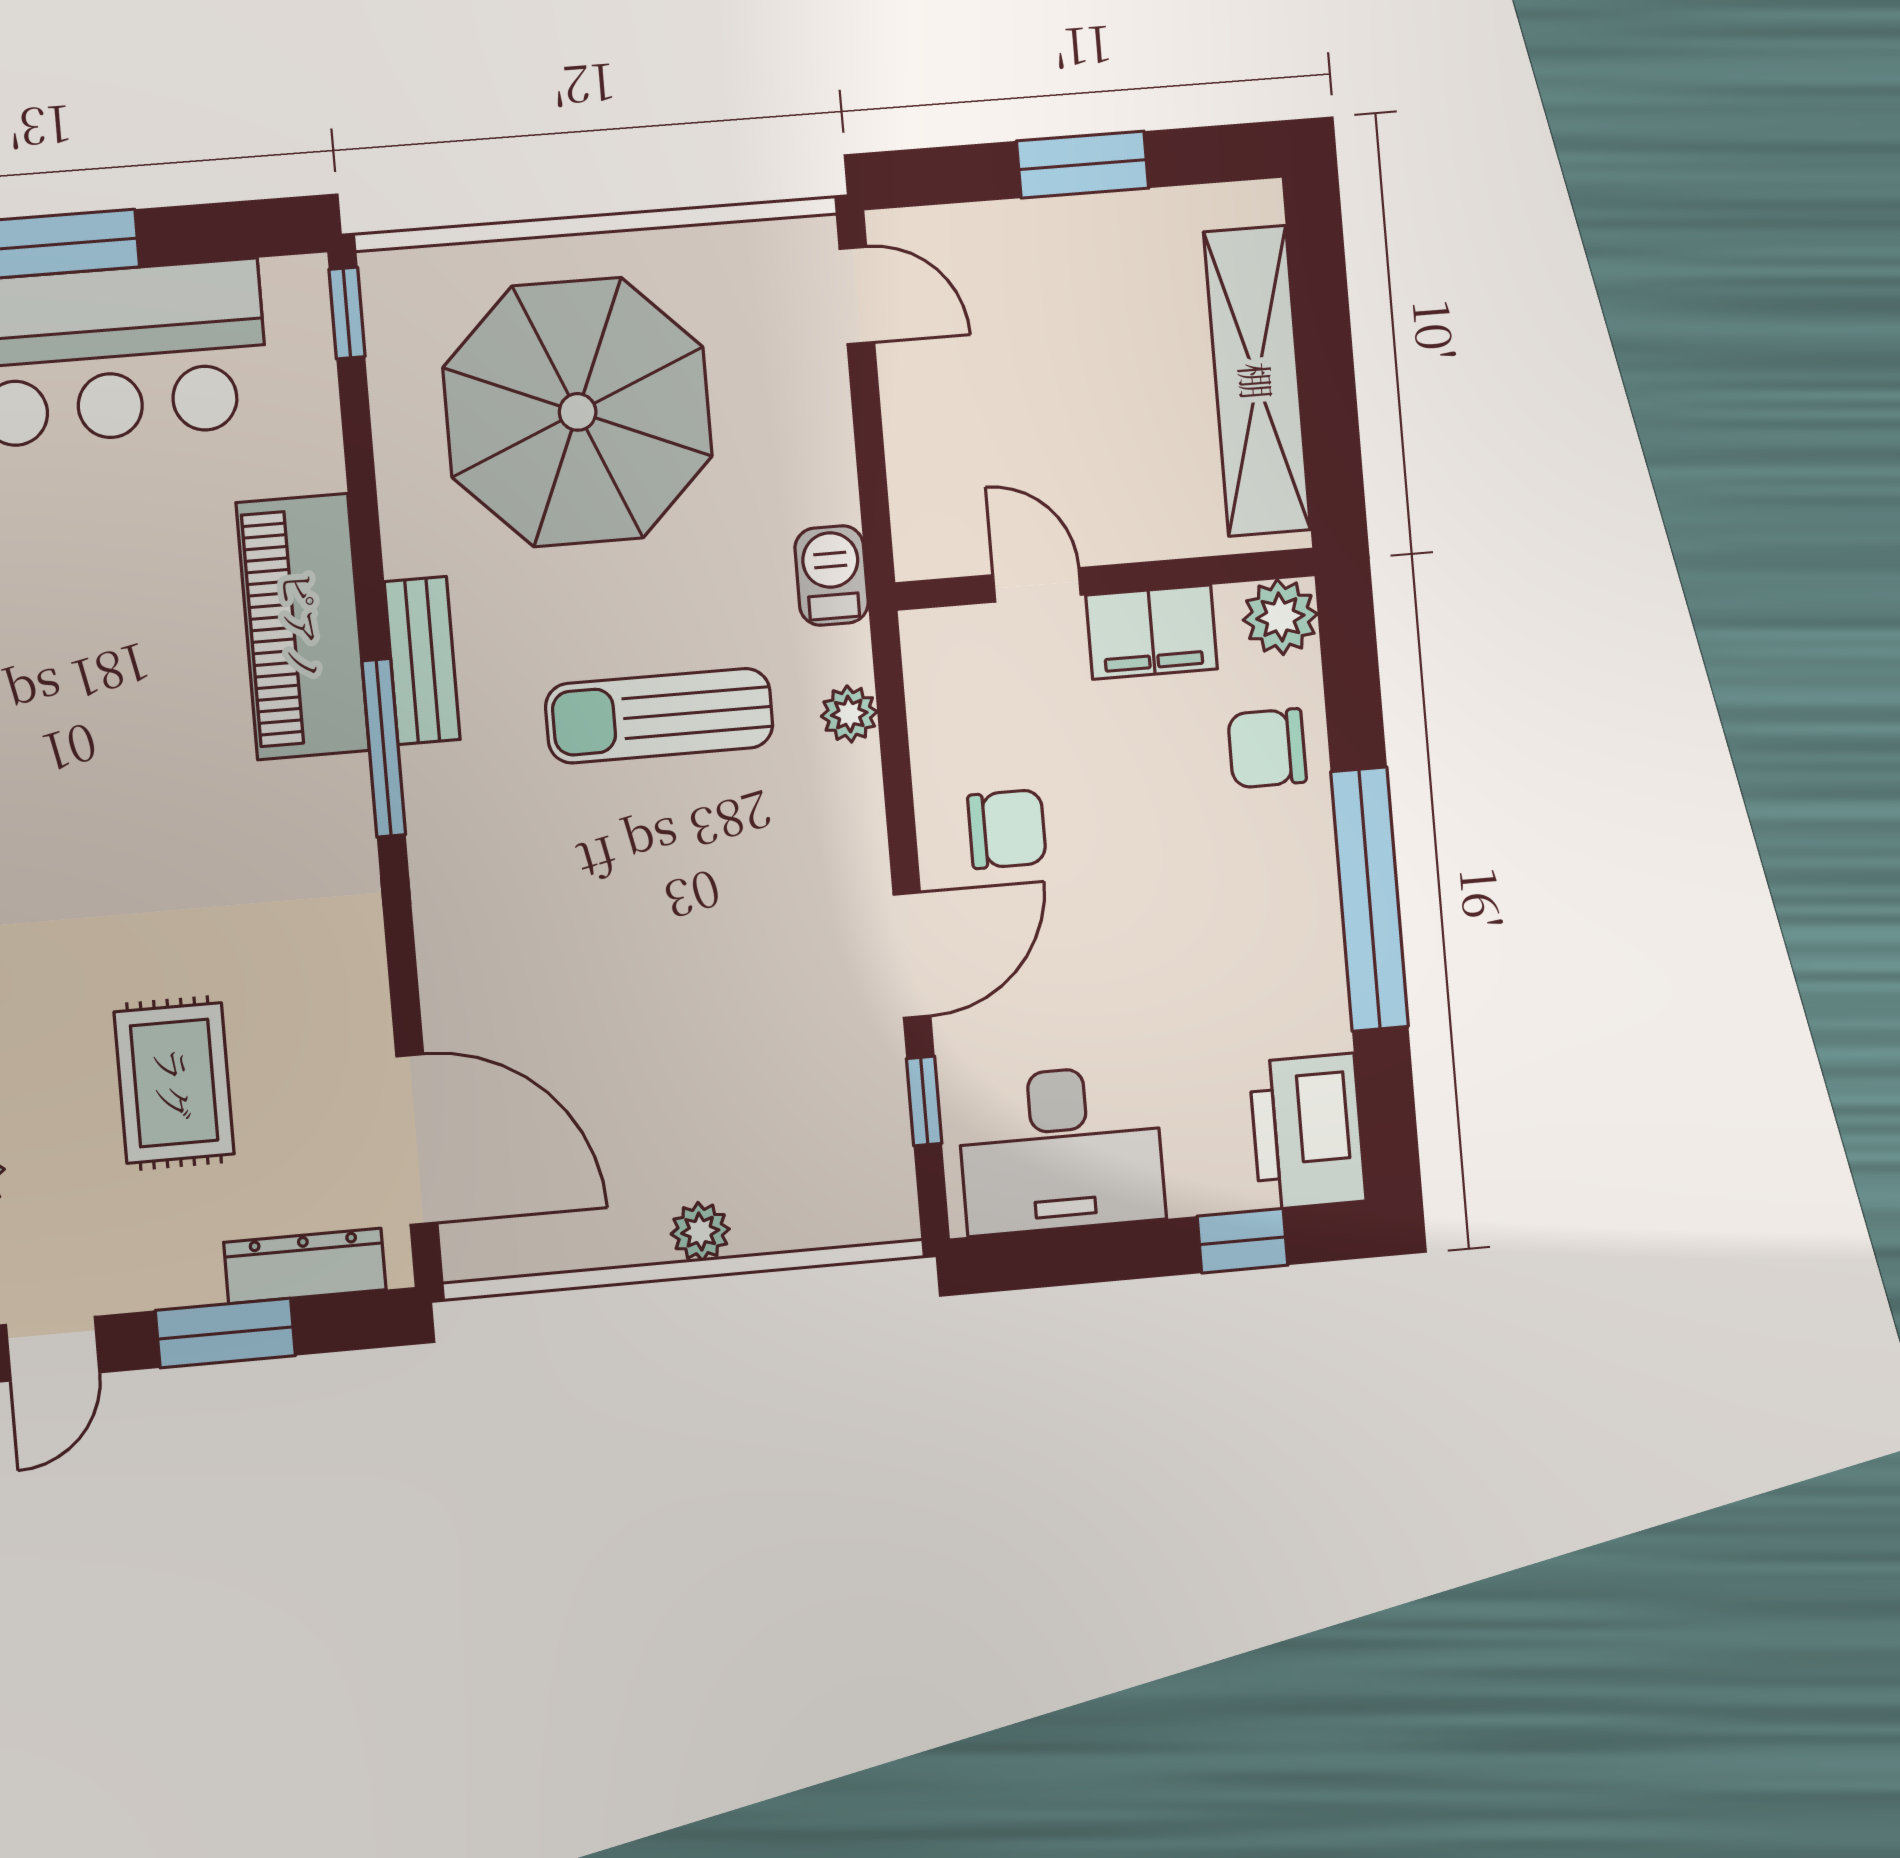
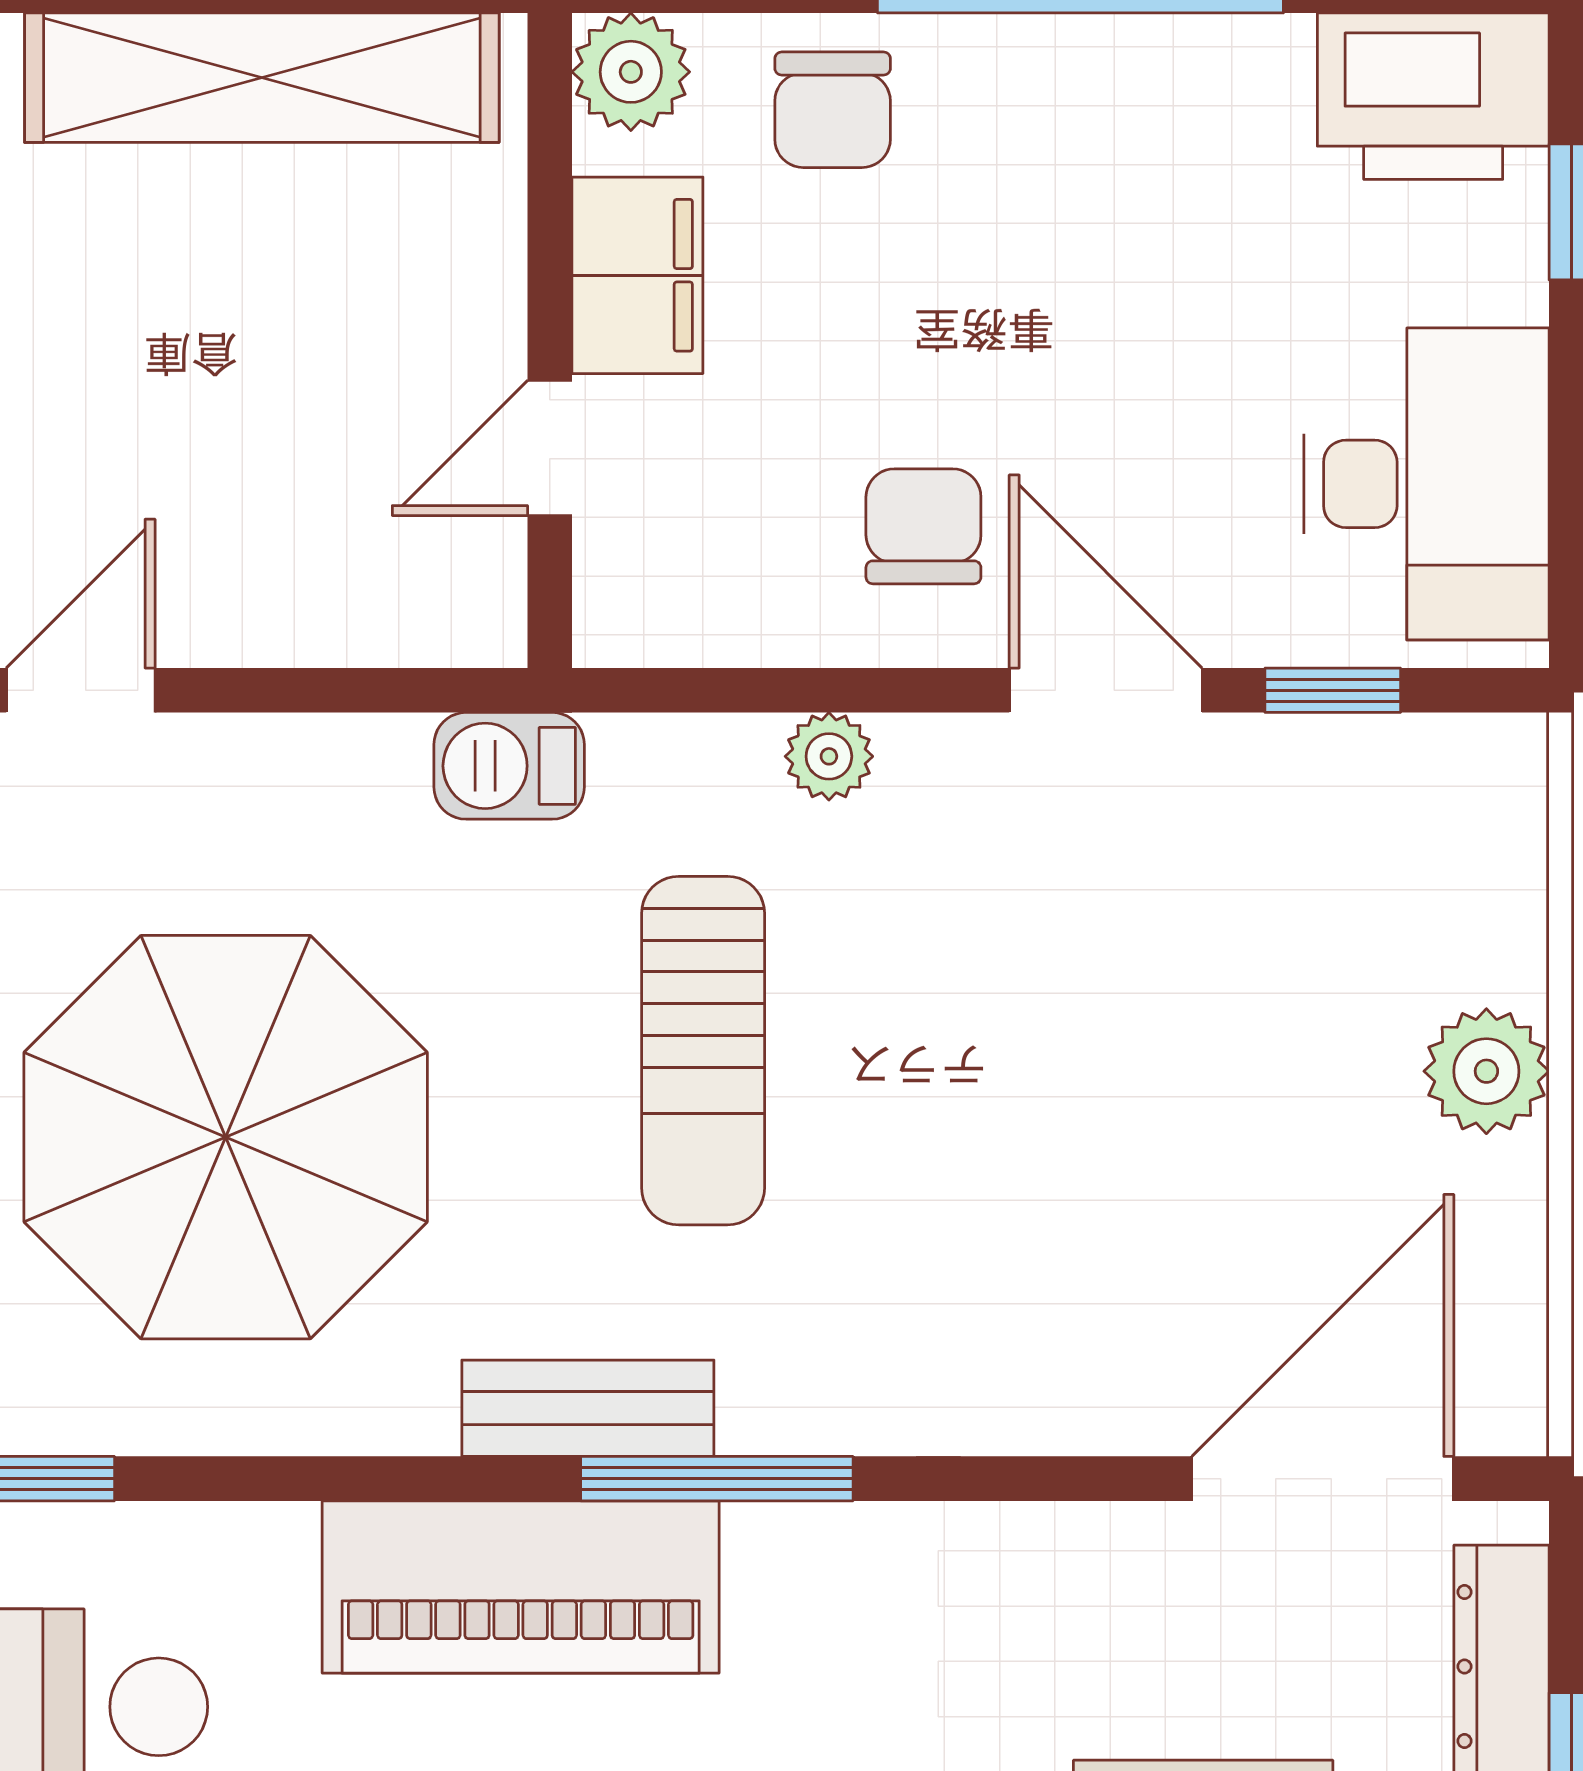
plant: (849, 714) -> (829, 756), moved
plant: (700, 1232) -> (1486, 1071), width x1.38, depth x1.38

